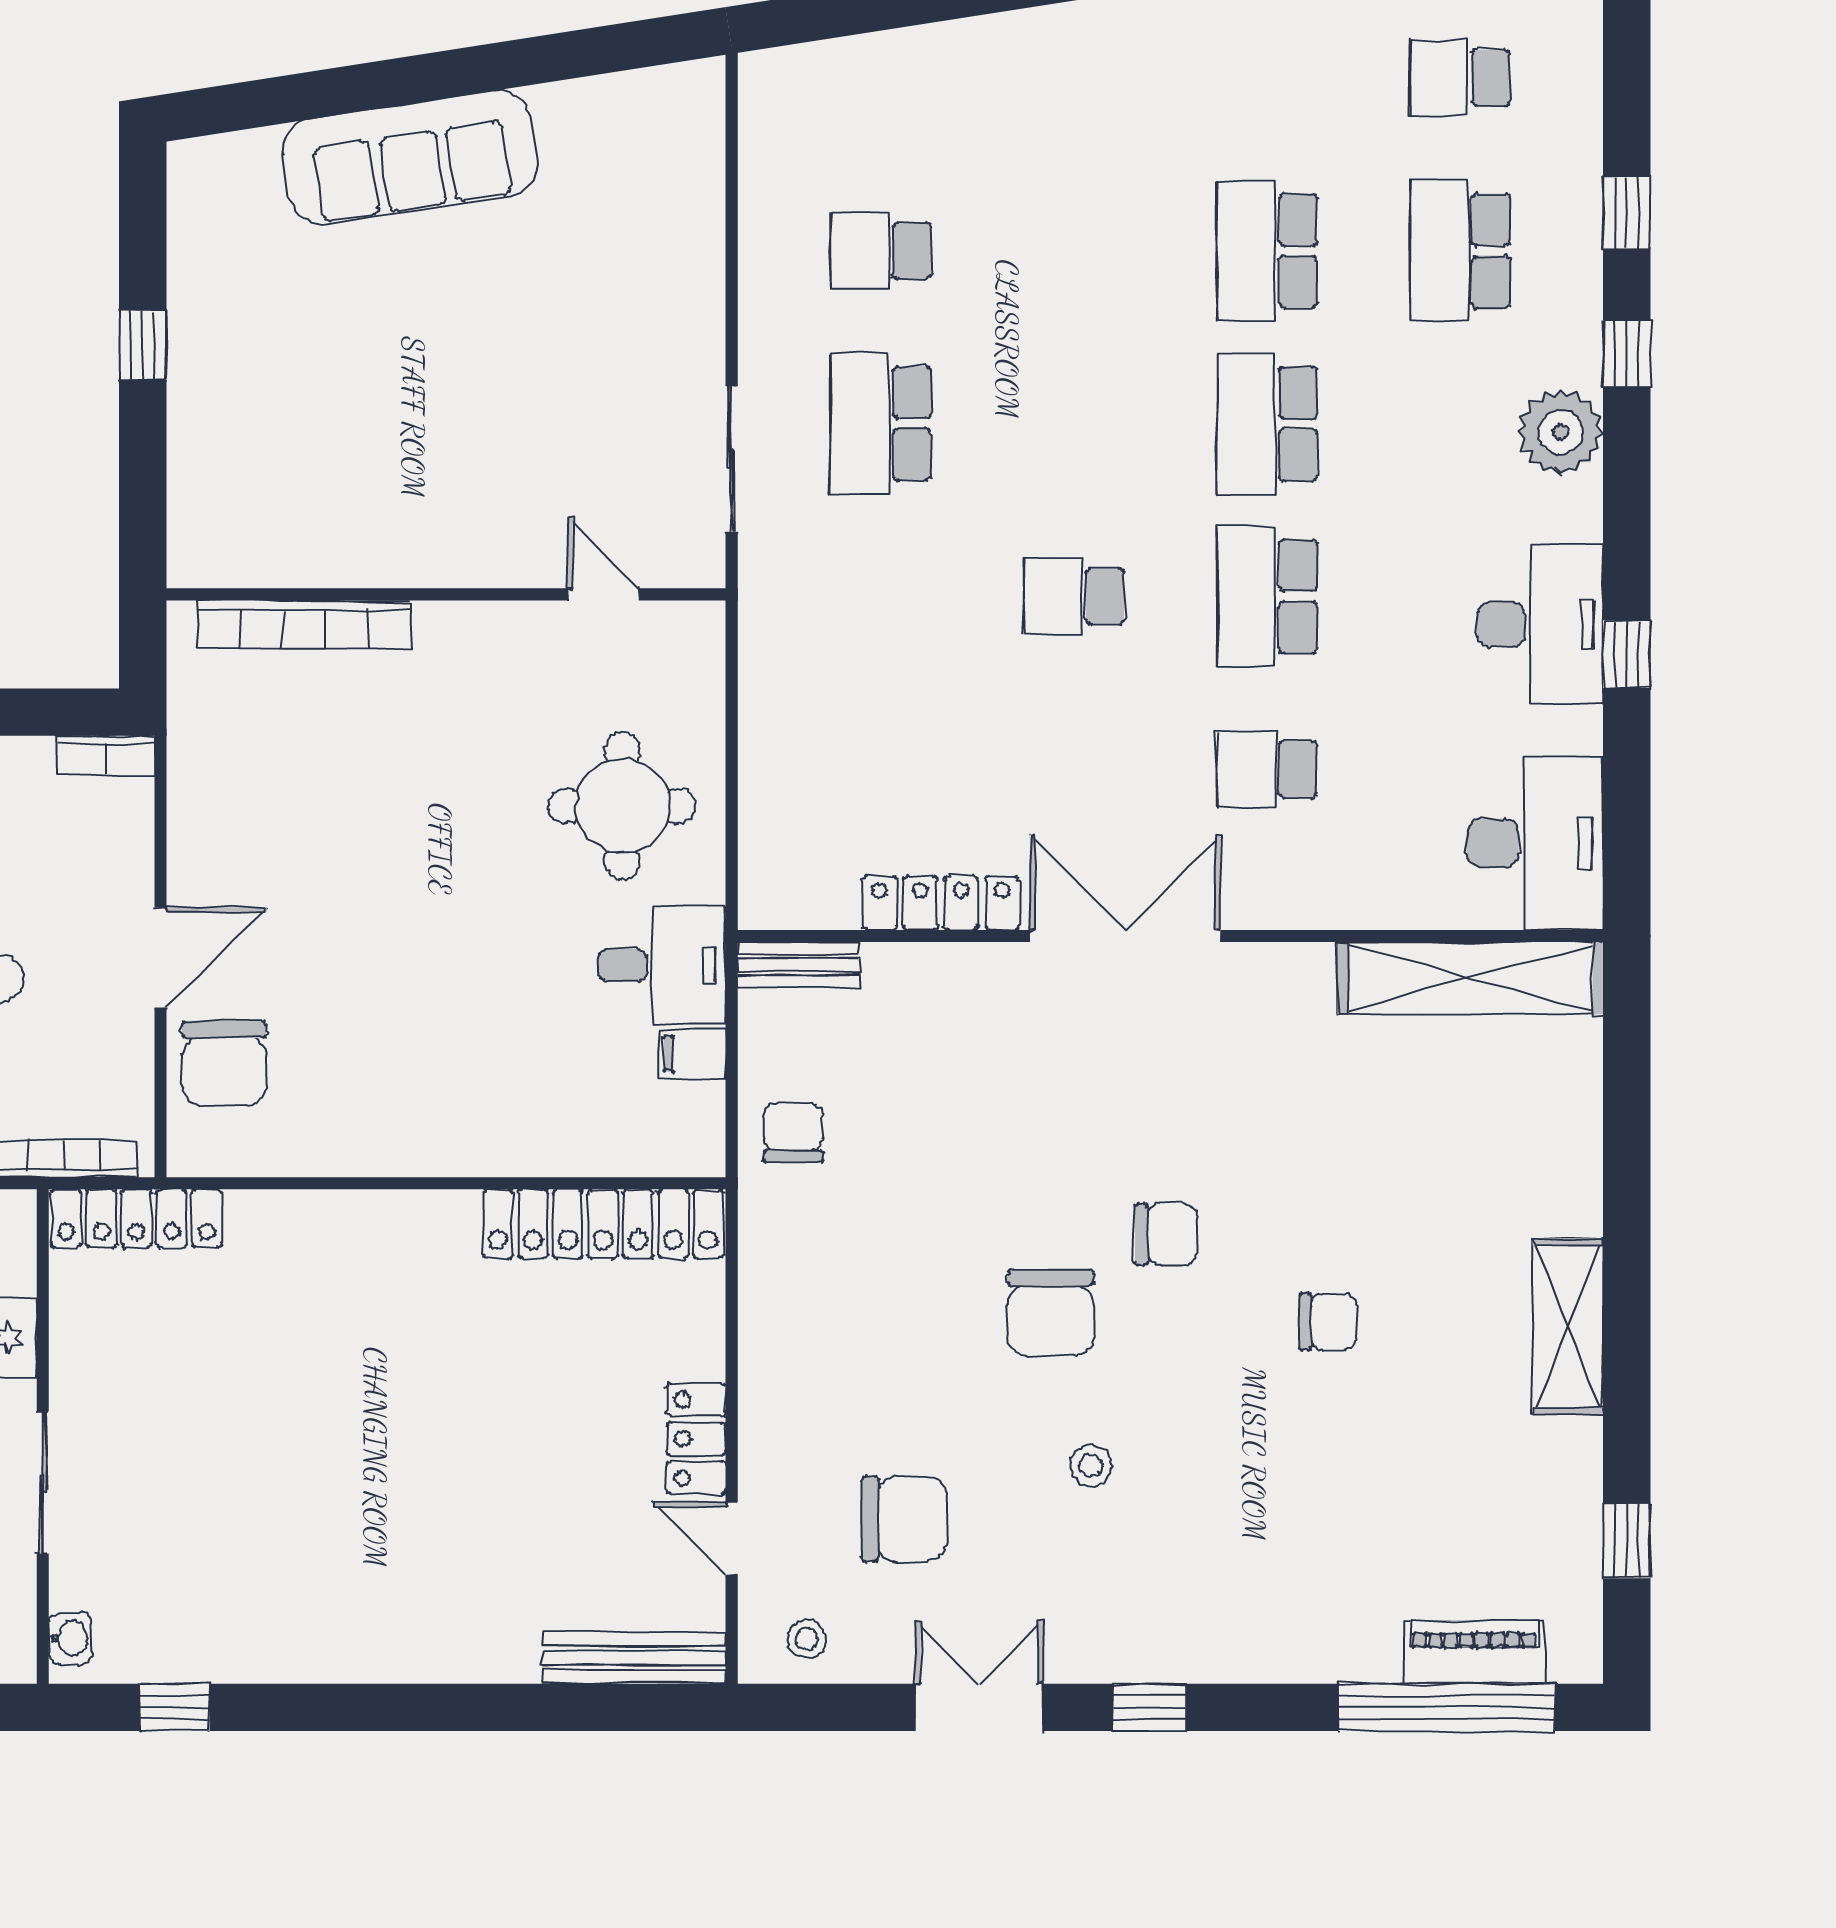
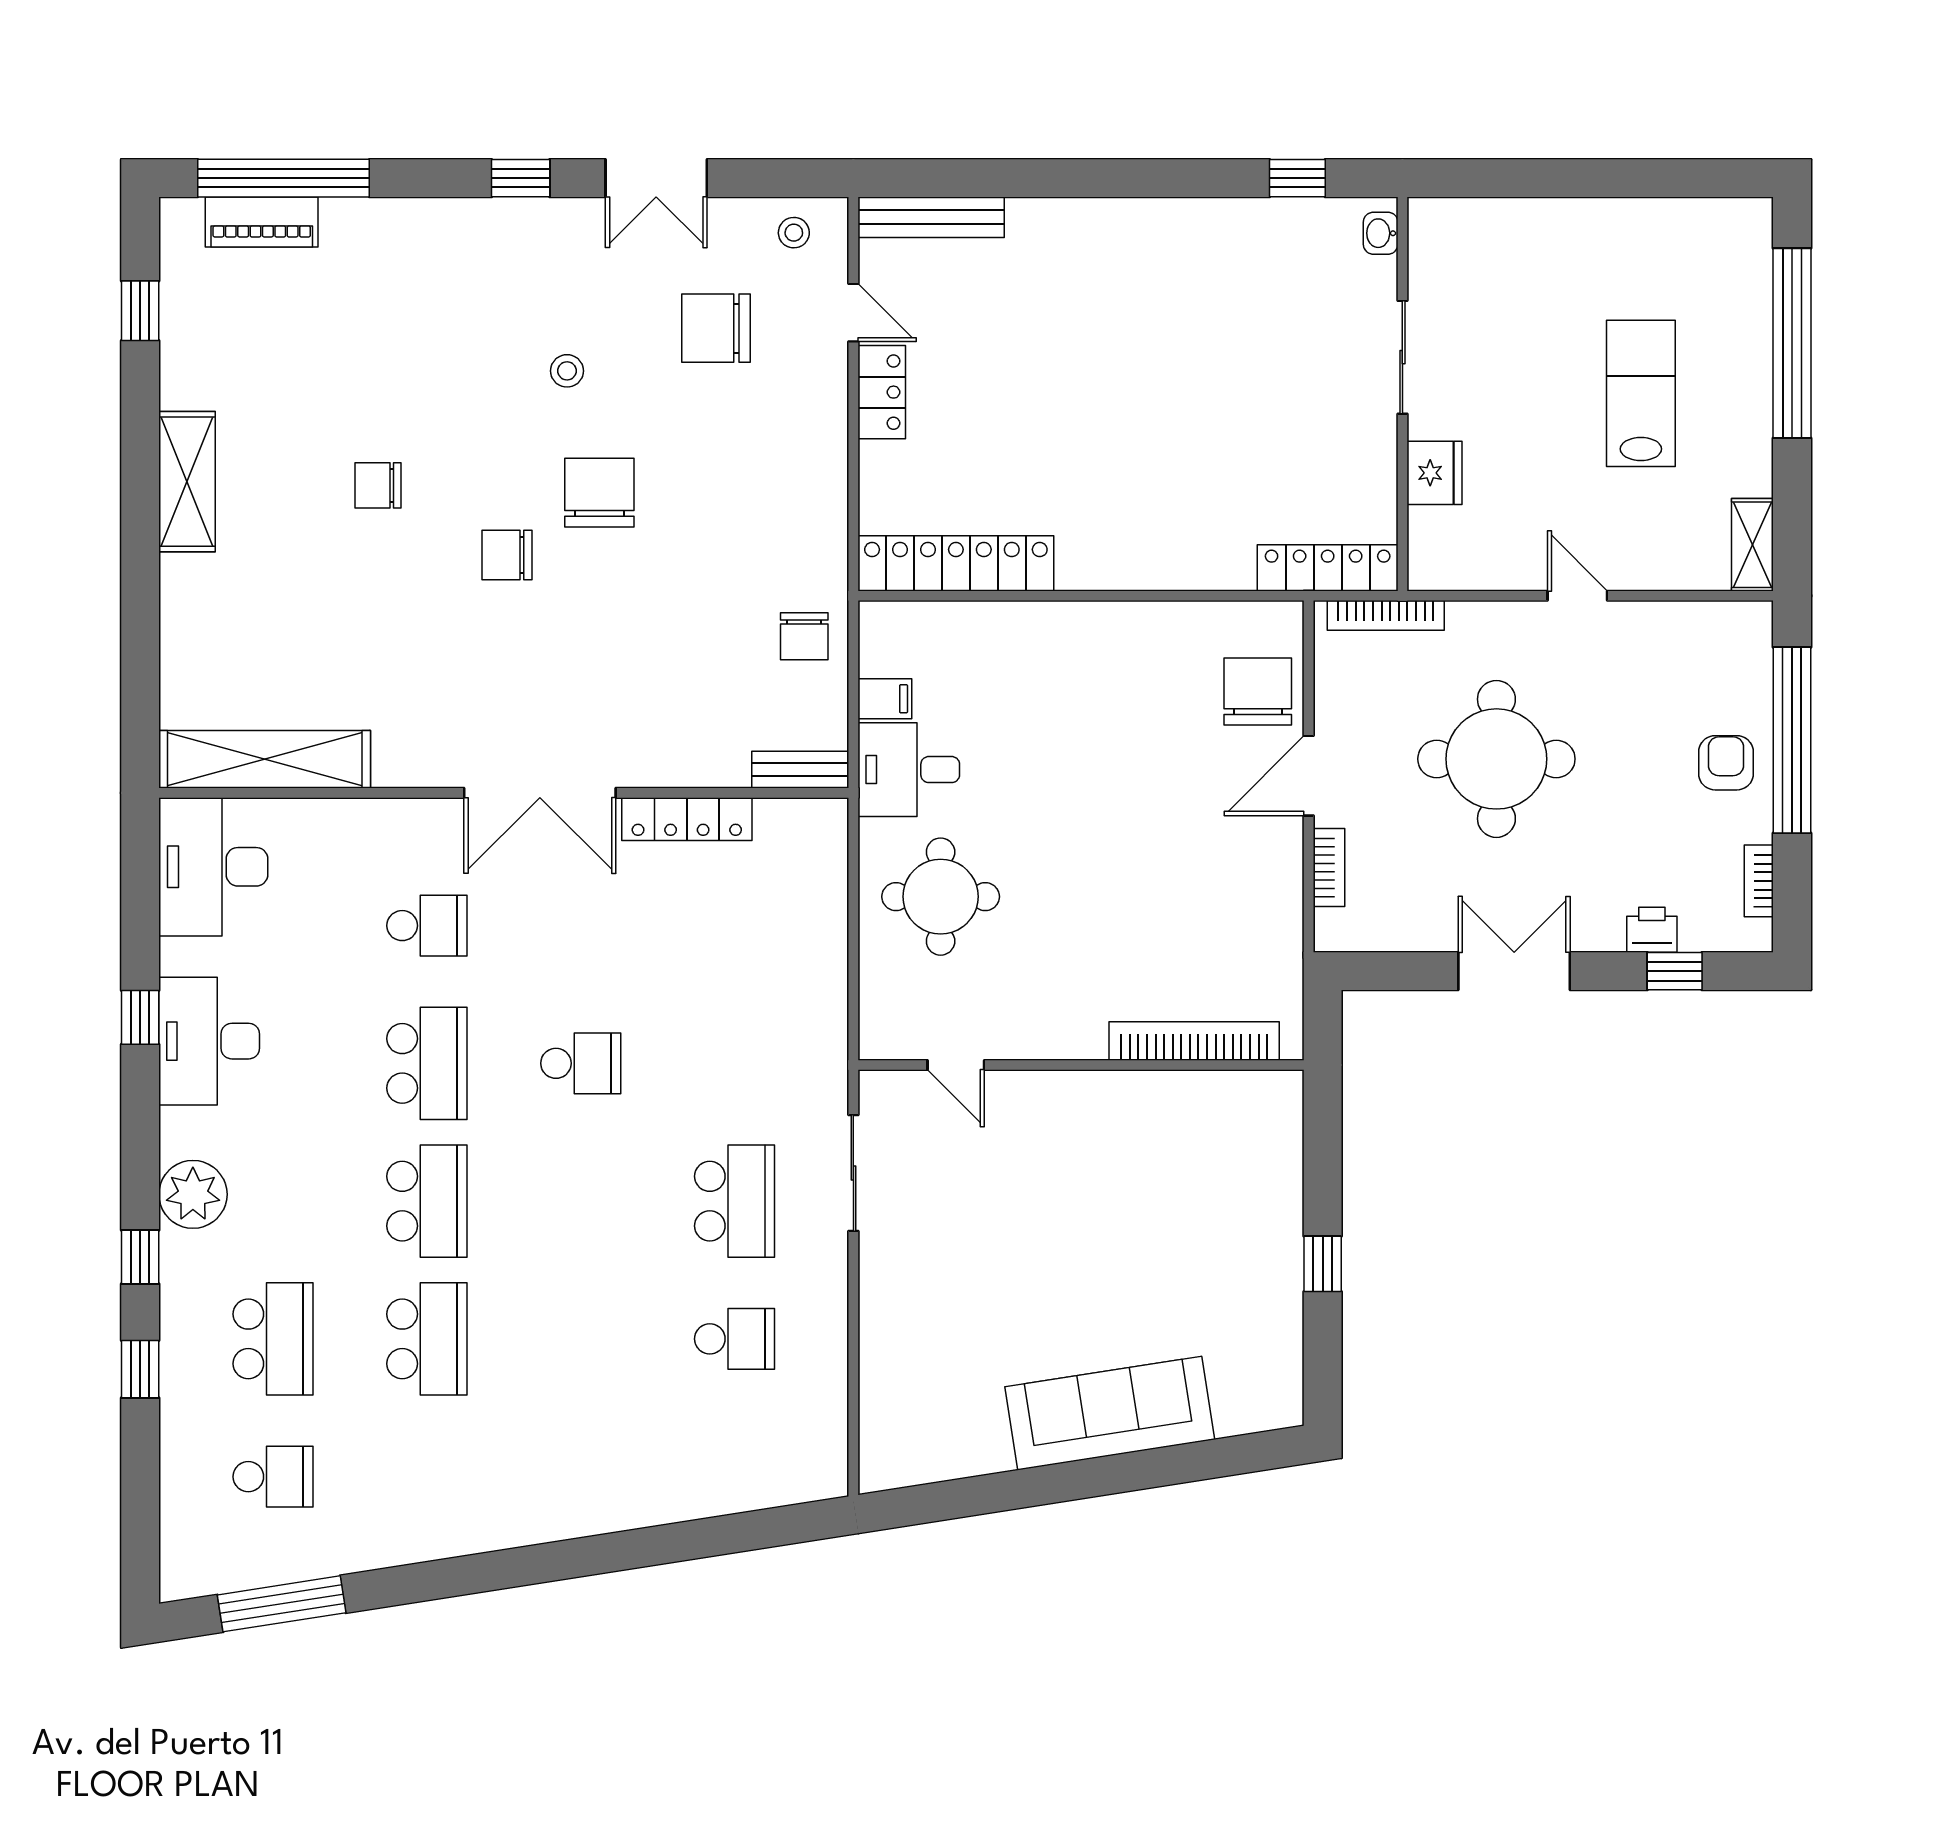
bookcase: (106, 755) -> (1329, 867), moved, turned 90

